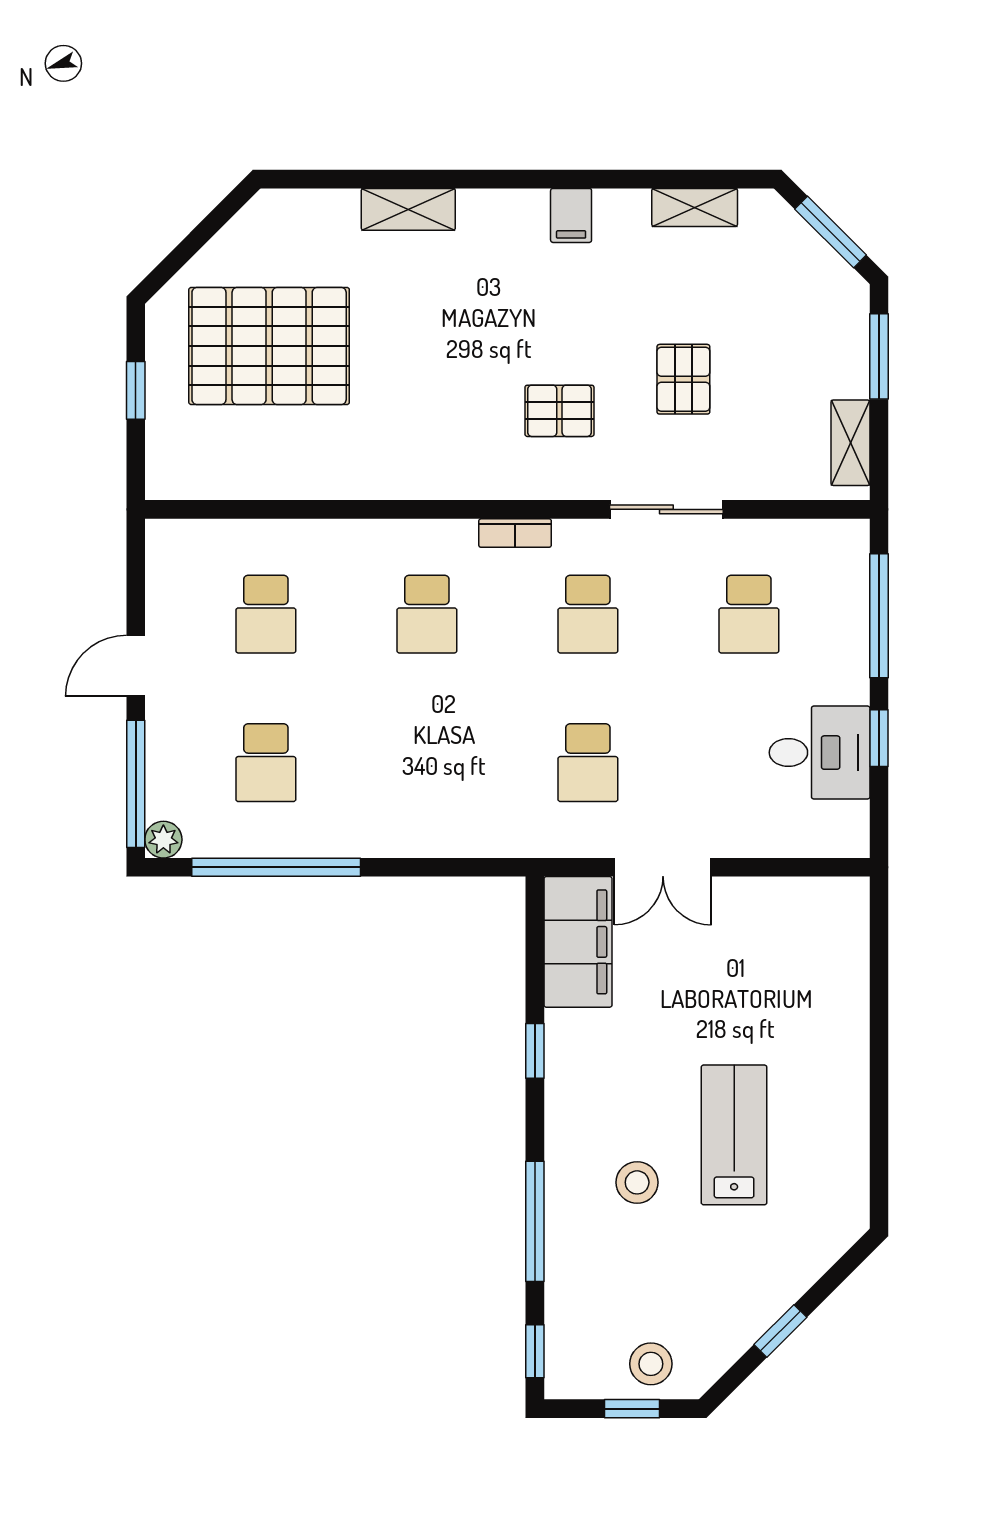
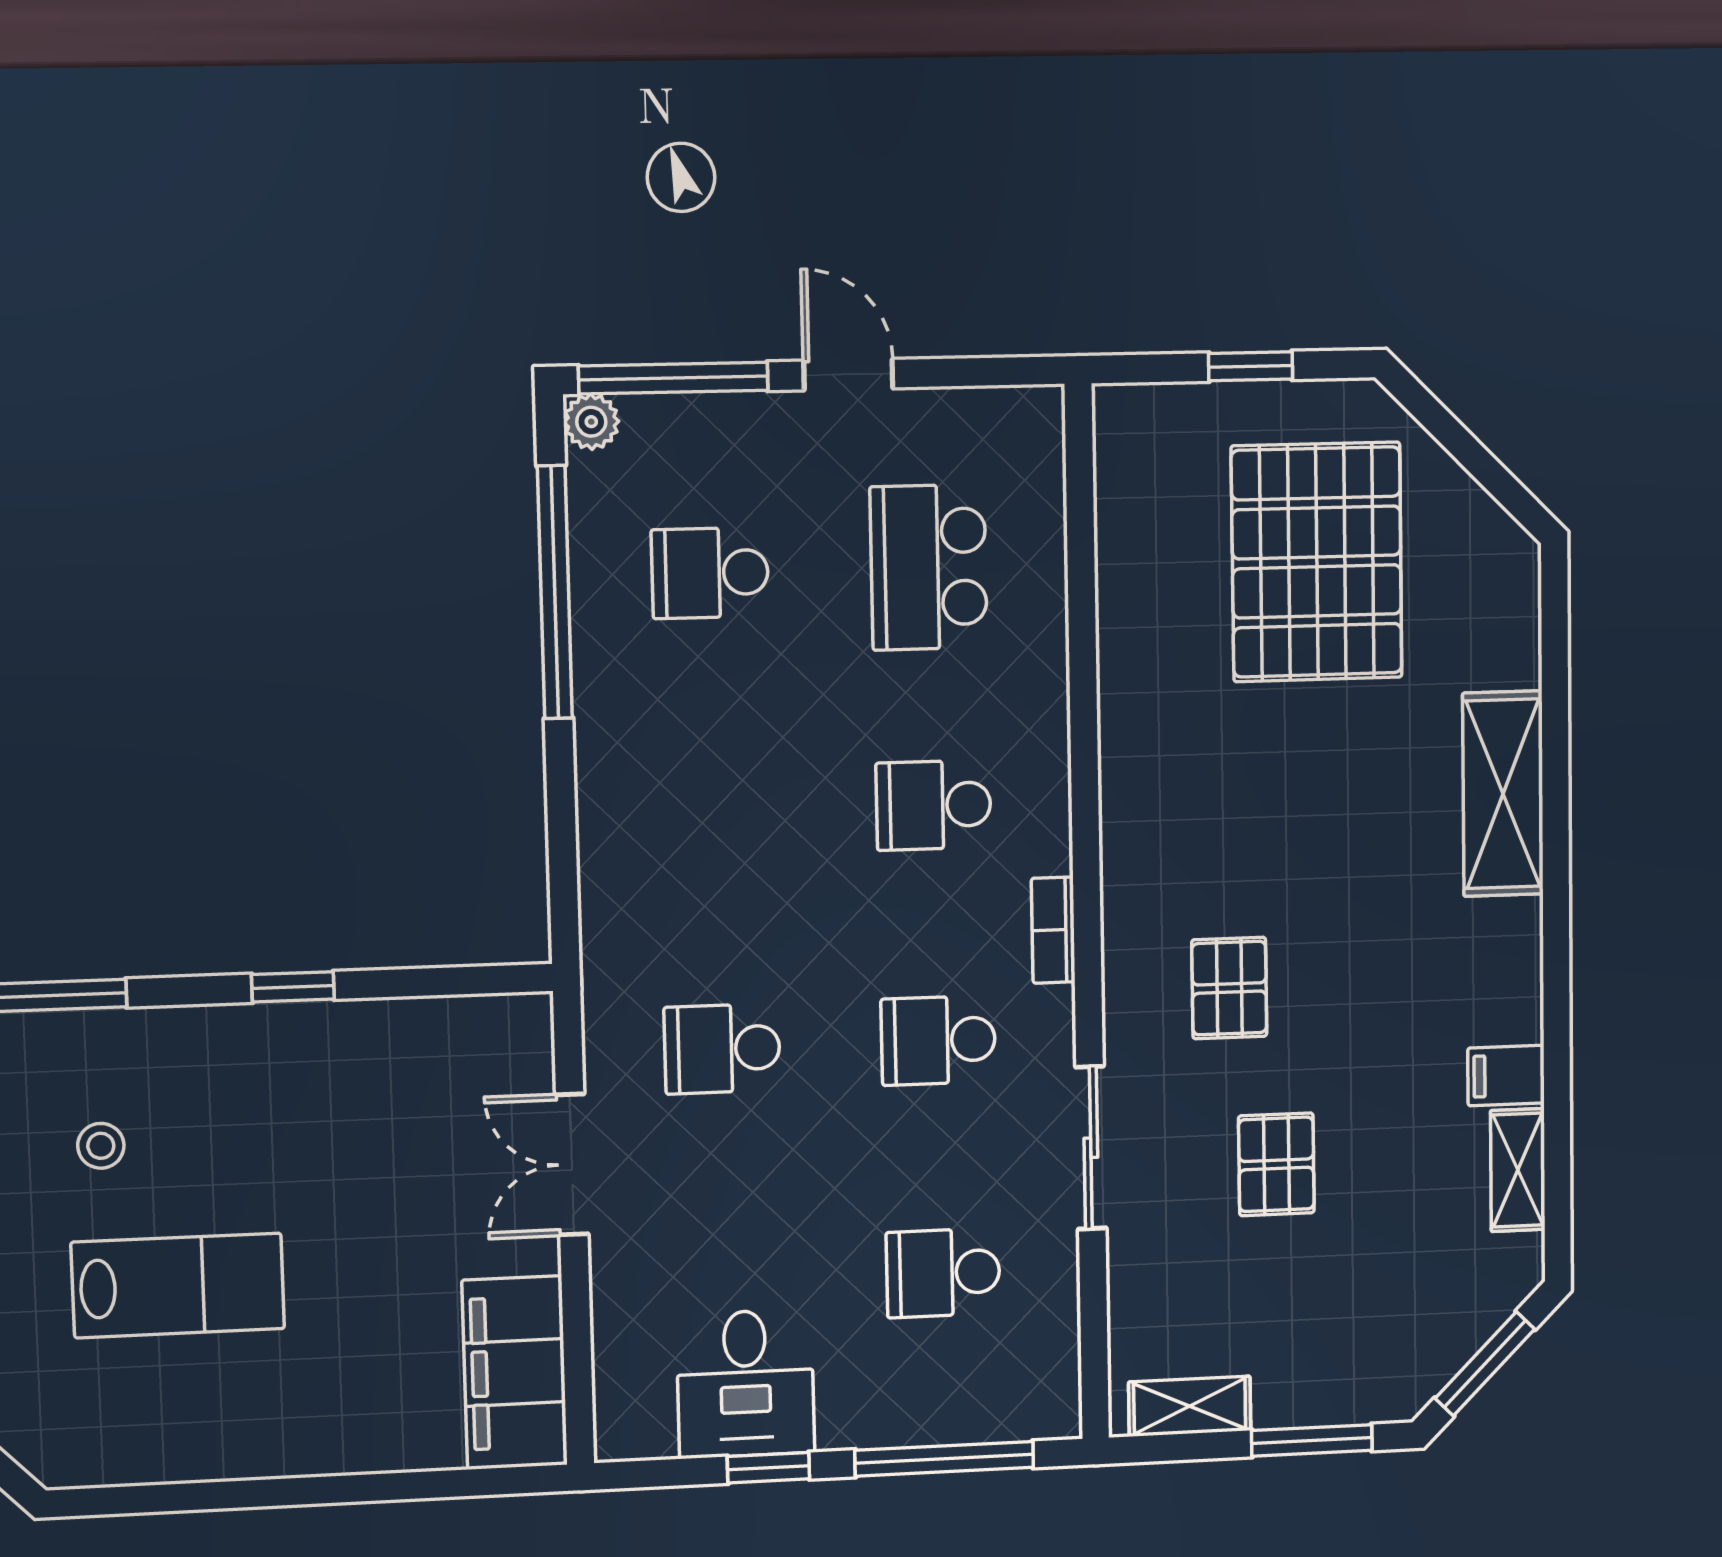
shelving: (408, 209) -> (1503, 794), width x1.50, depth x1.33
filing cabinet: (571, 215) -> (1506, 1076), moved
pallet: (683, 379) -> (1276, 1164), turned 90
school desk: (266, 614) -> (929, 567), width x1.85
filing cabinet: (578, 942) -> (515, 1373), moved, turned 90
stool: (637, 1182) -> (101, 1146), width x0.73, depth x0.73

